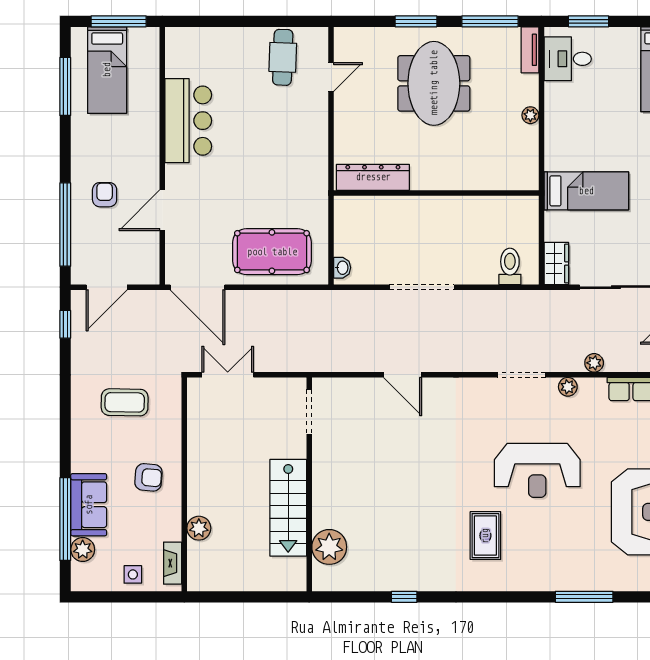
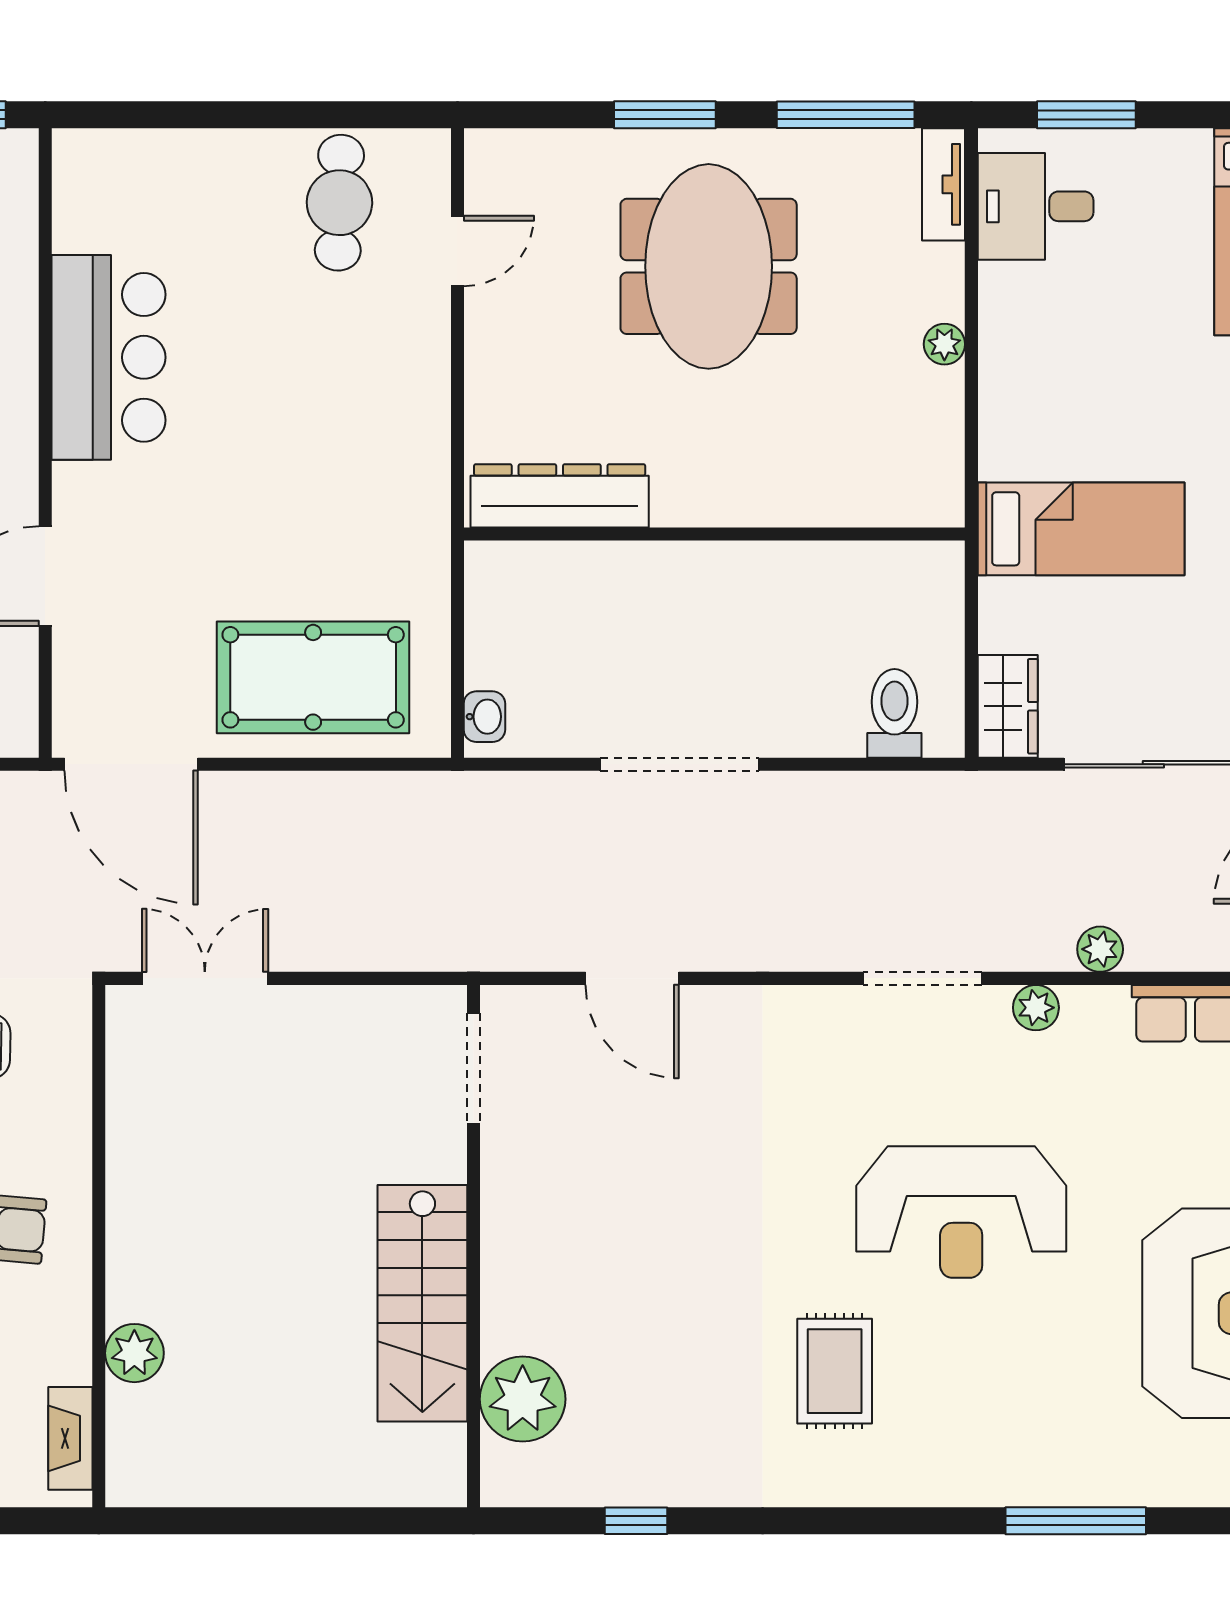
doorway: (309, 412) -> (473, 1068), moved
wall: (309, 484) -> (473, 1246), moved
stairs: (288, 508) -> (422, 1303), moved
plant: (329, 547) -> (523, 1399), moved

